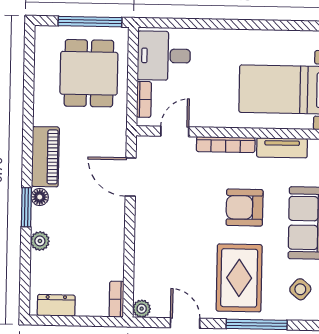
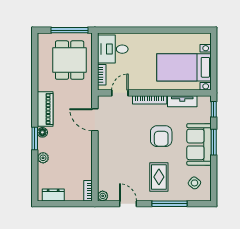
armchair: (245, 207) -> (161, 136), turned -90
rug: (239, 278) -> (159, 177), width x0.73, depth x0.70

